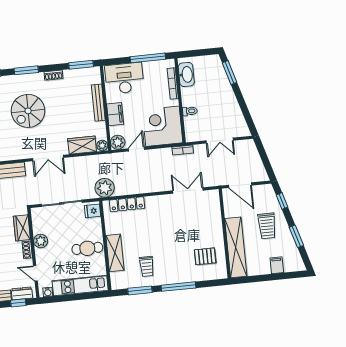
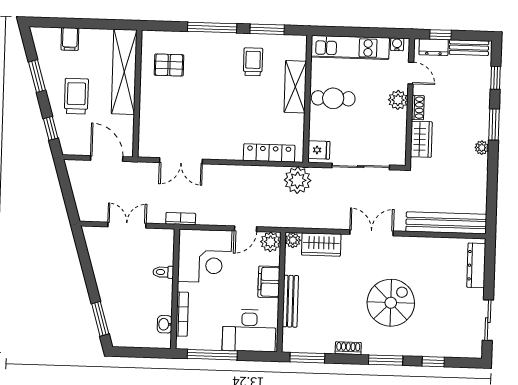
washbasin: (186, 75) -> (165, 324), width x0.52, depth x0.69
plant: (41, 241) -> (398, 100), moved

